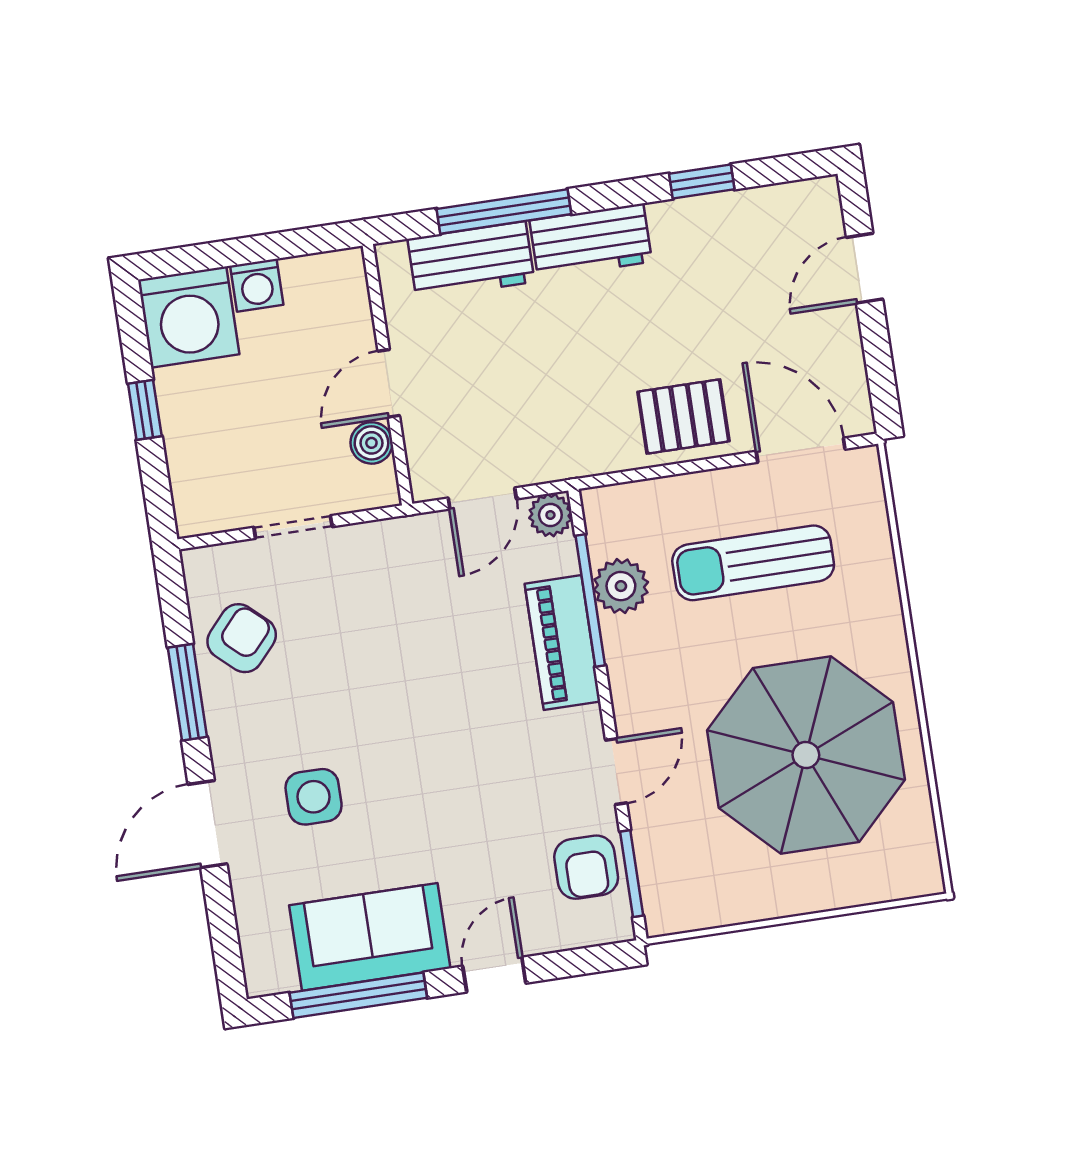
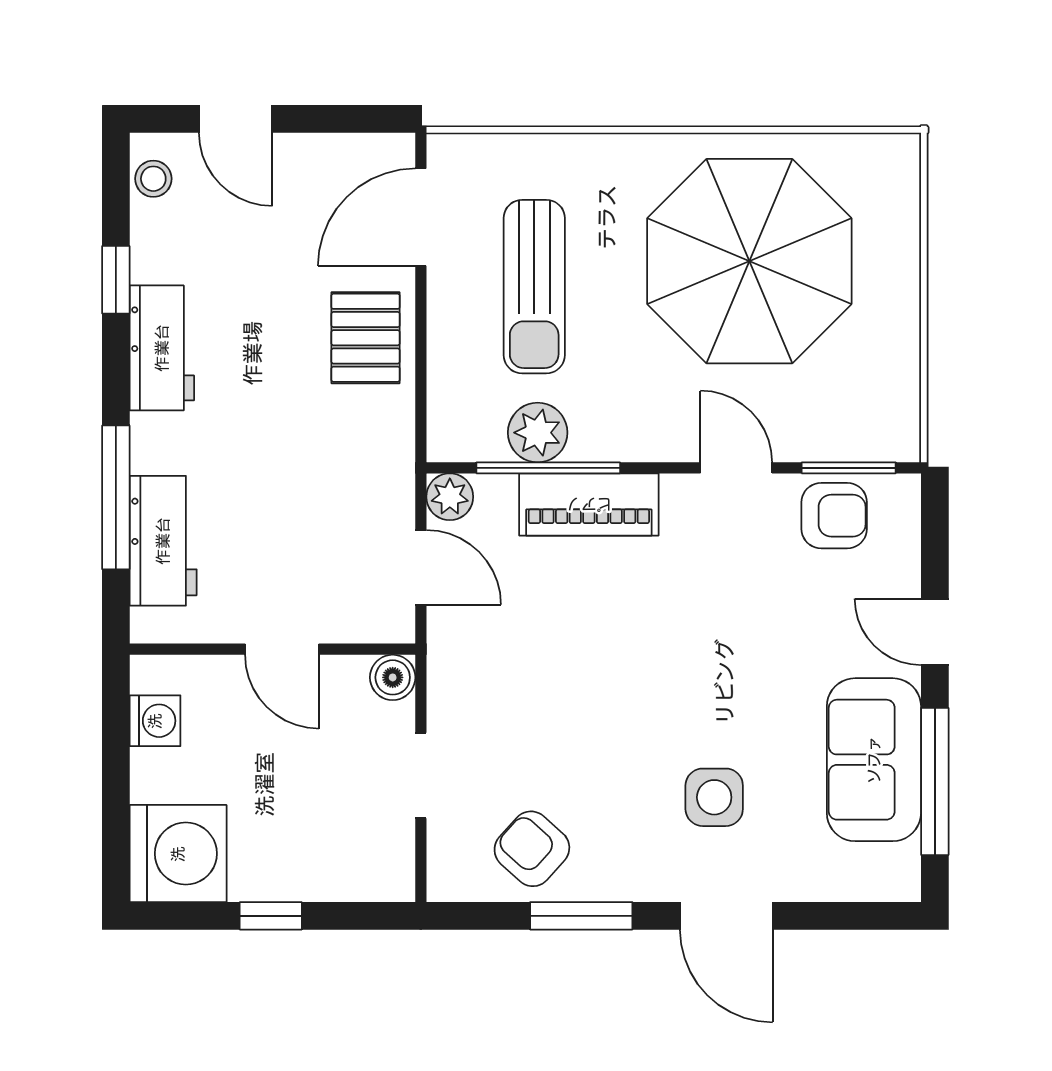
stool: (799, 202) -> (153, 179), added
workbench: (591, 241) -> (162, 348), moved
washing machine: (257, 285) -> (155, 721), moved
boiler: (371, 443) -> (393, 677), moved

